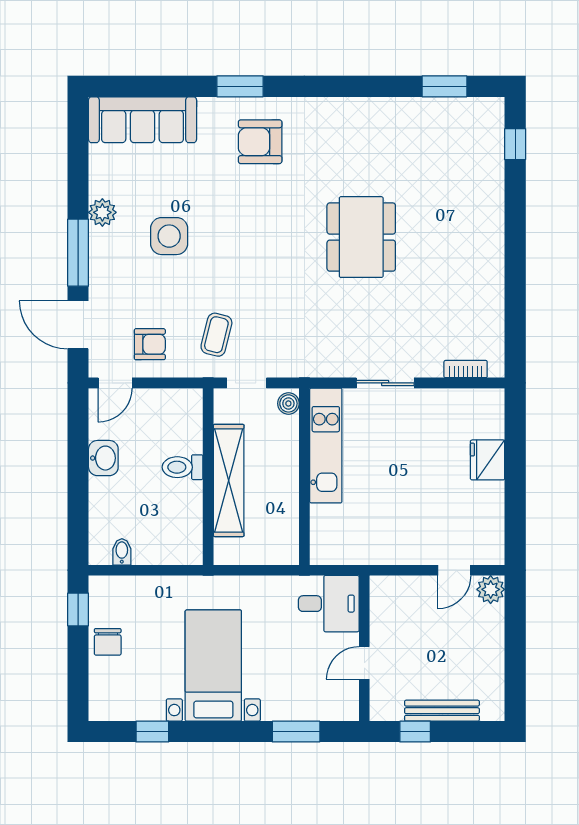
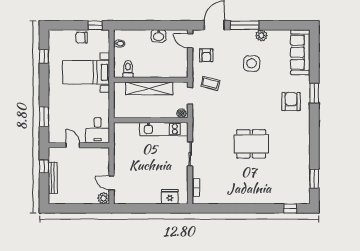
fridge: (488, 460) -> (170, 197), moved
toilet: (183, 467) -> (128, 69), moved
bed with nightstands: (213, 666) -> (86, 72), moved, turned 180

